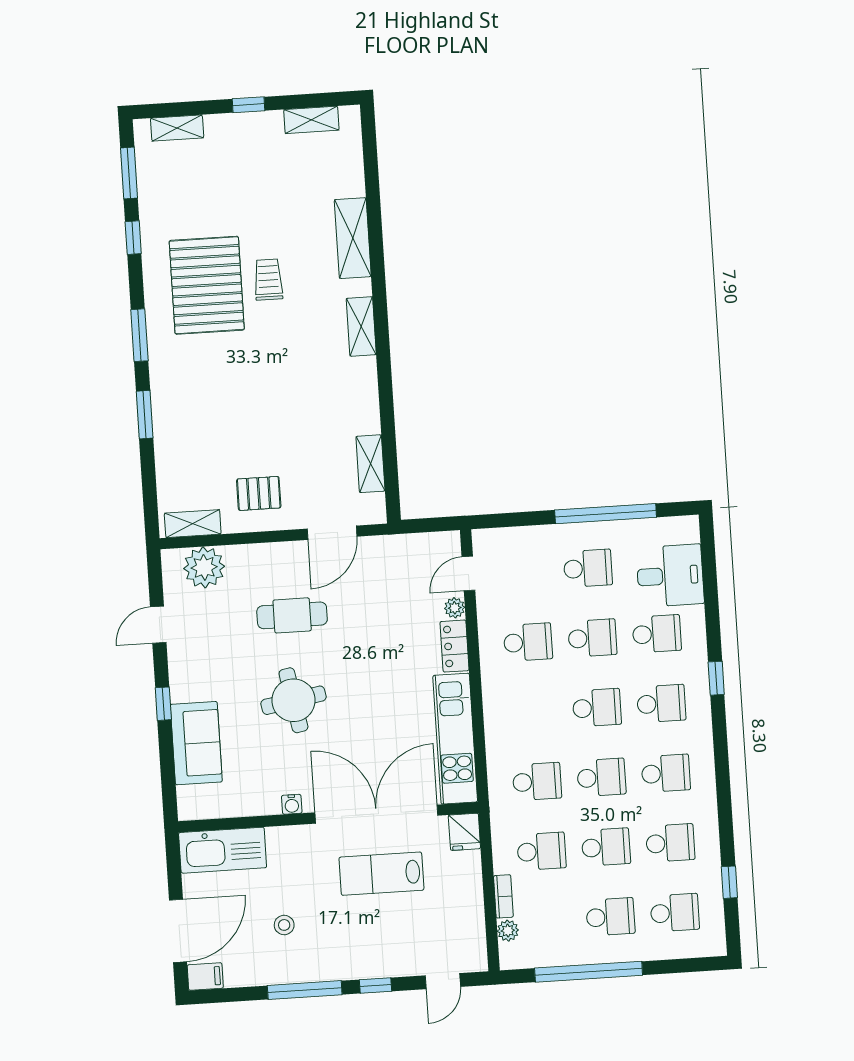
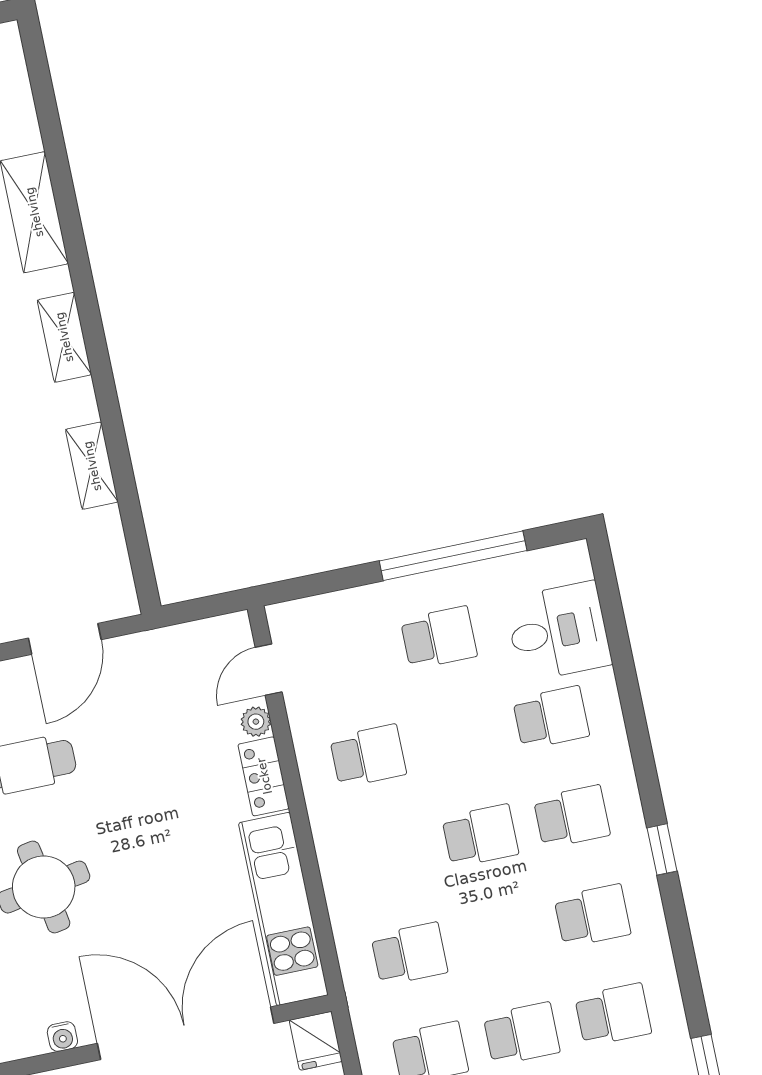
shelving: (370, 464) -> (92, 466), moved
school desk: (592, 638) -> (459, 737), removed
window: (716, 678) -> (662, 849), moved
school desk: (601, 777) -> (501, 935), removed

